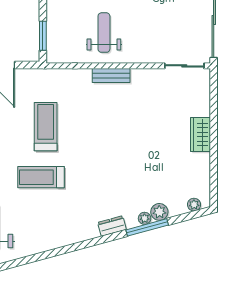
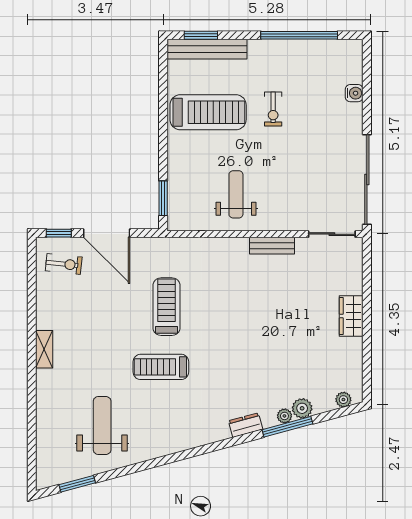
bench: (111, 75) -> (272, 246), moved

